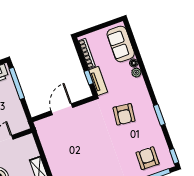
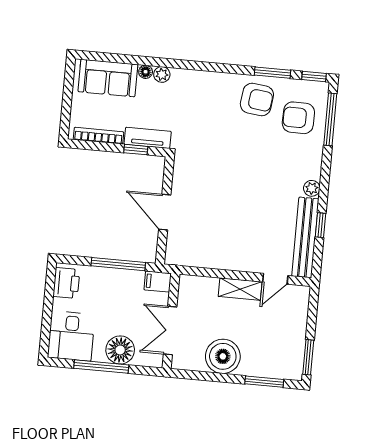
window: (17, 83) -> (118, 264), moved
armchair: (124, 114) -> (257, 100), moved
window: (159, 115) -> (272, 73), moved
filing cabinet: (22, 123) -> (158, 282), added

